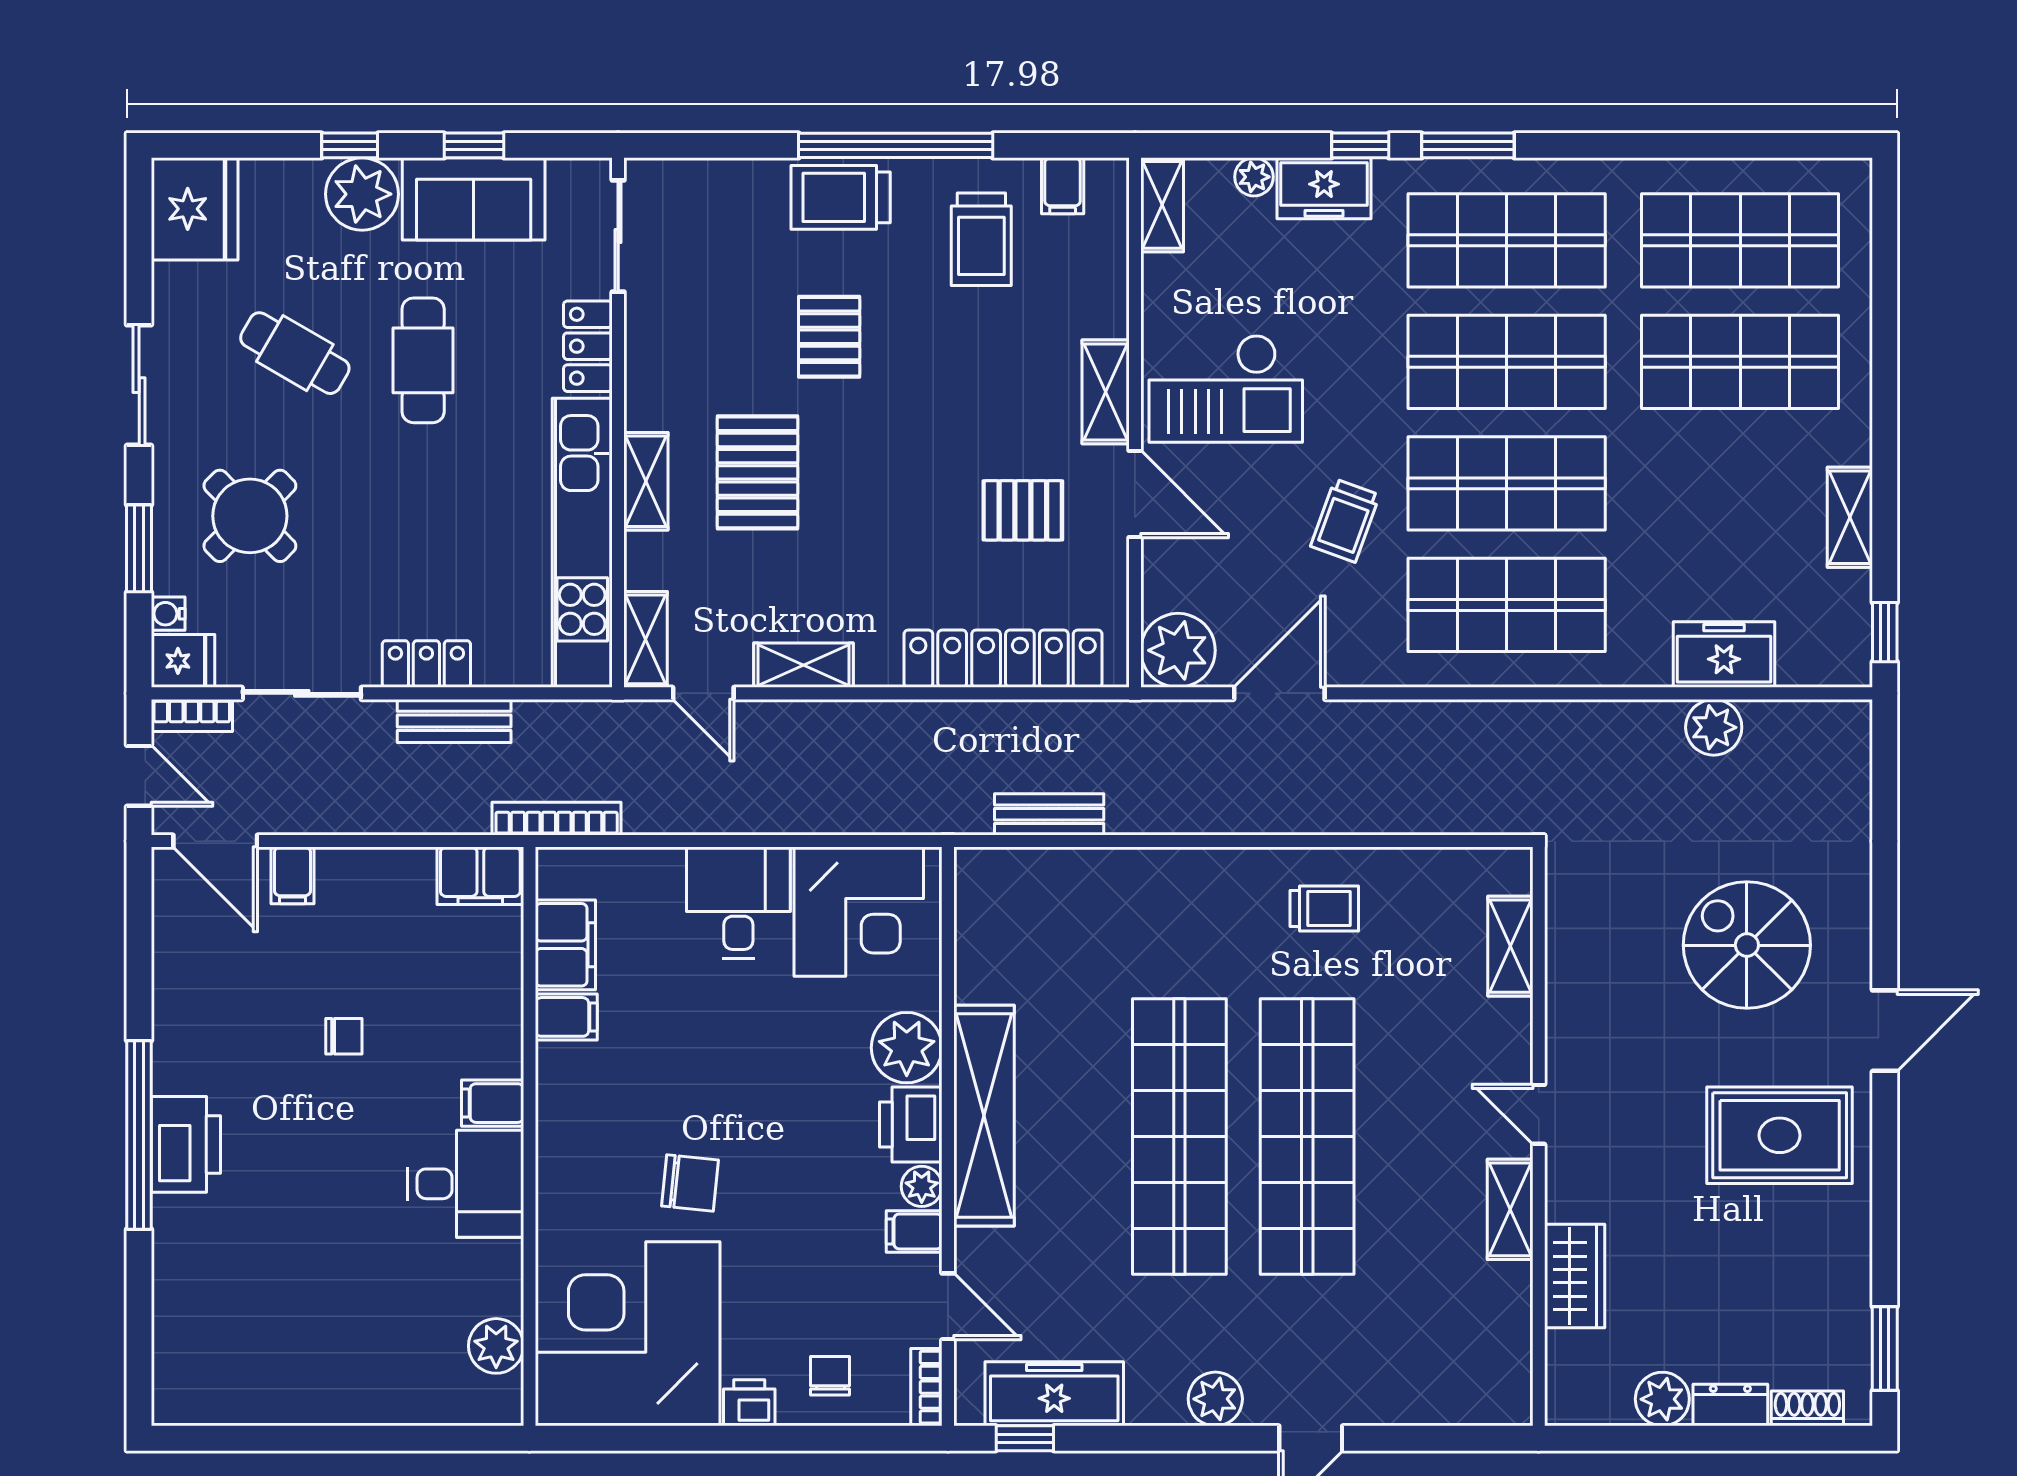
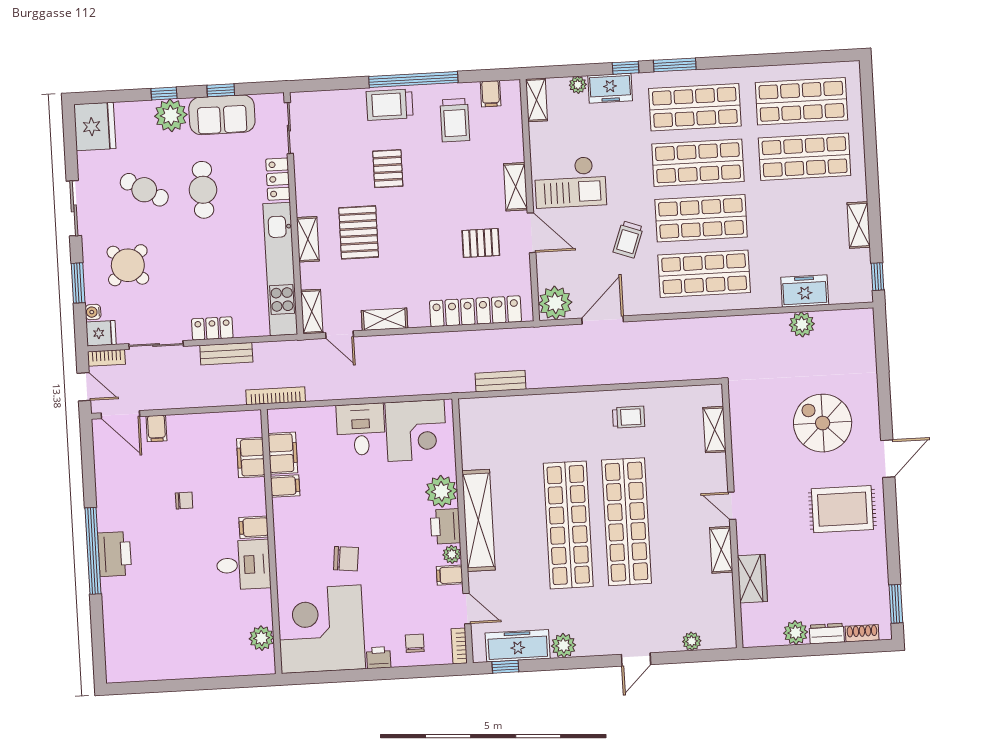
filing cabinet: (480, 876) -> (251, 458), moved, turned 90
plant: (1215, 1399) -> (564, 645), moved
plant: (1435, 1405) -> (692, 641), added

